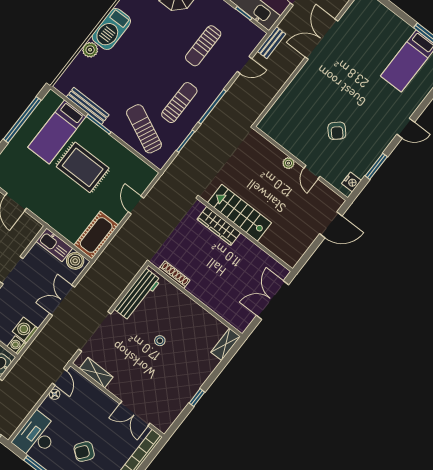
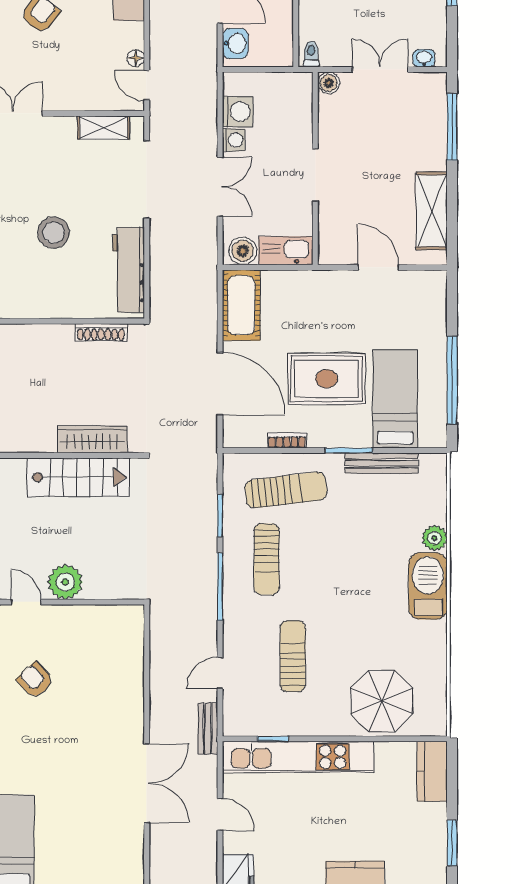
sun lounger: (144, 129) -> (286, 490), turned -32
bookcase: (125, 152) -> (287, 440), added
plant: (288, 163) -> (65, 582), width x1.88, depth x1.88
door: (136, 205) -> (220, 384), width x1.87
stool: (160, 341) -> (54, 233), width x1.89, depth x1.89
washing machine: (17, 345) -> (234, 140), moved

